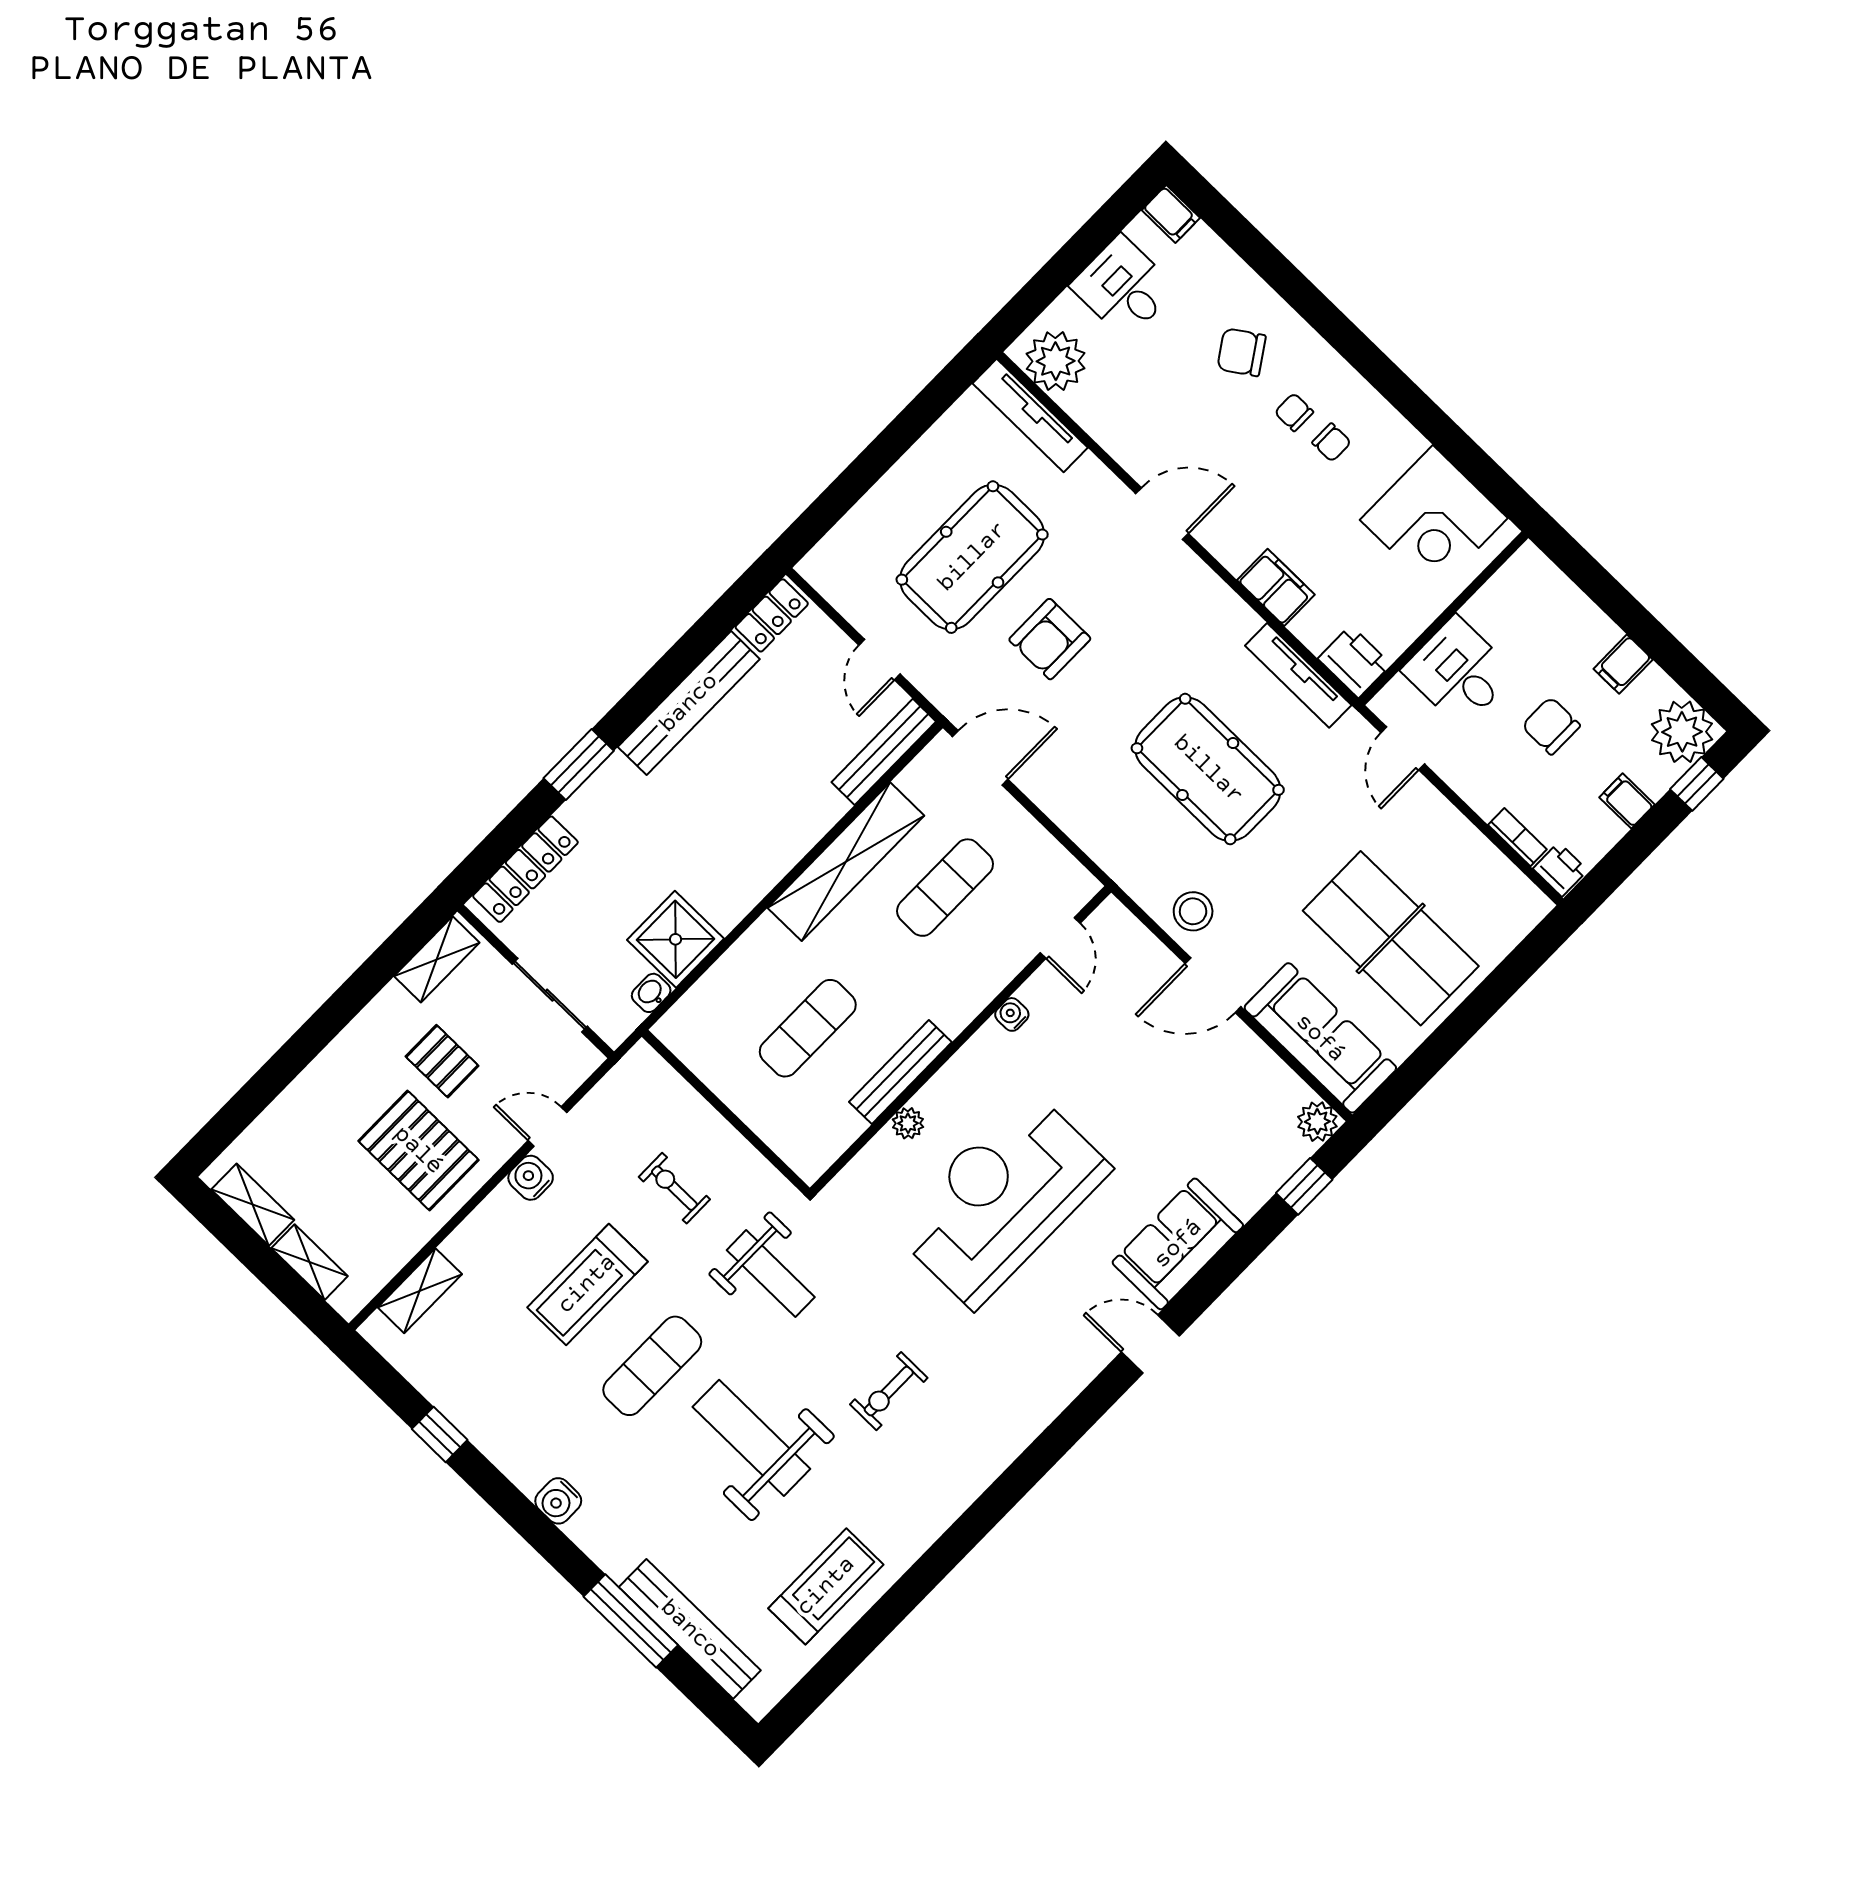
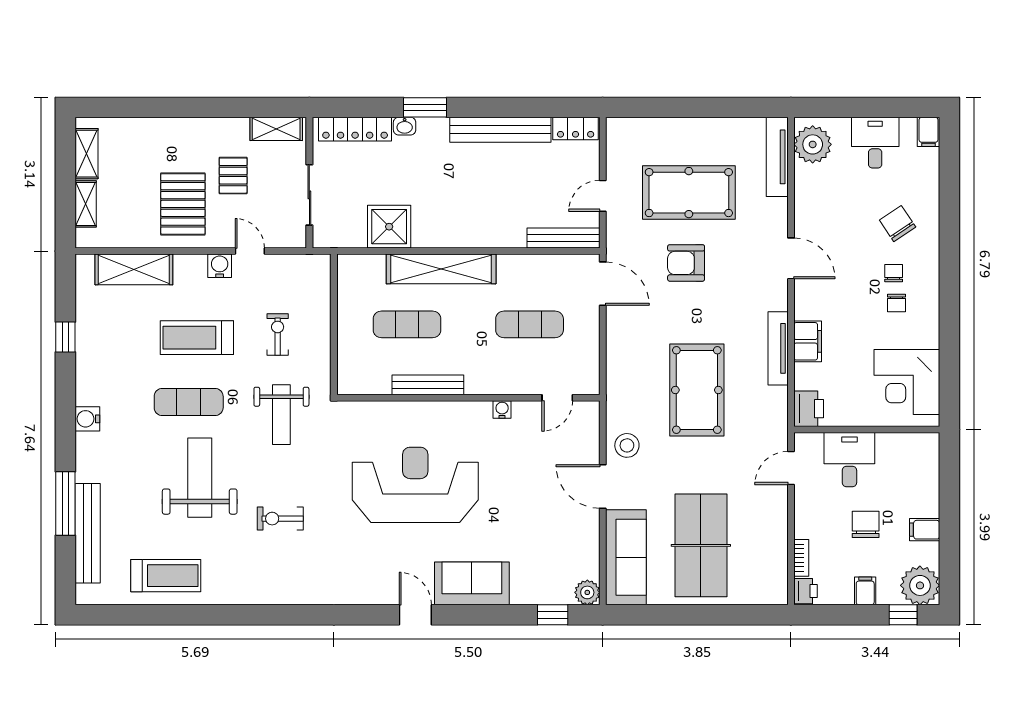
tv unit: (1298, 675) -> (778, 348), moved
shelving: (846, 862) -> (441, 269), moved
washbasin: (651, 993) -> (405, 126), moved, turned 180
plant: (908, 1123) -> (408, 410), removed
shelving: (420, 1291) -> (134, 269), width x1.50, depth x1.33

